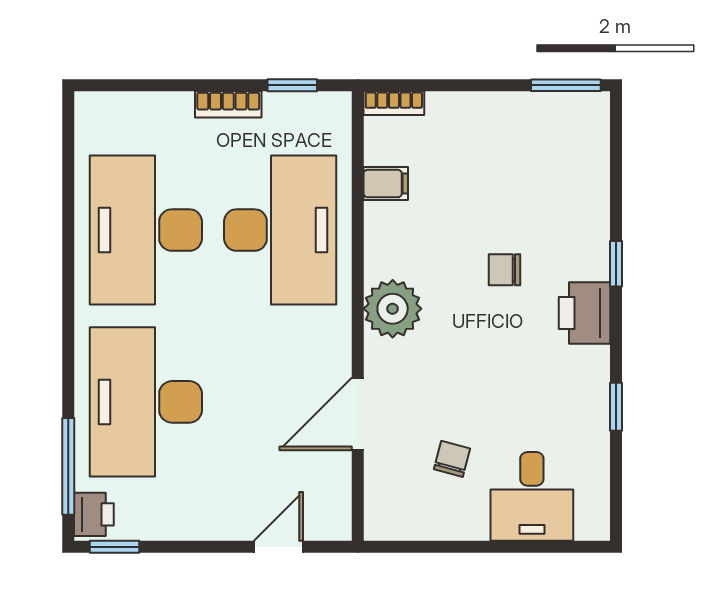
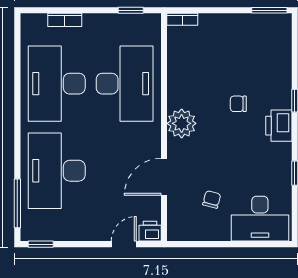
bookcase: (228, 104) -> (65, 20), moved
filing cabinet: (386, 184) -> (178, 60), removed
desk: (532, 496) -> (260, 219), width x1.37
printer: (94, 514) -> (150, 231), moved, turned -90

